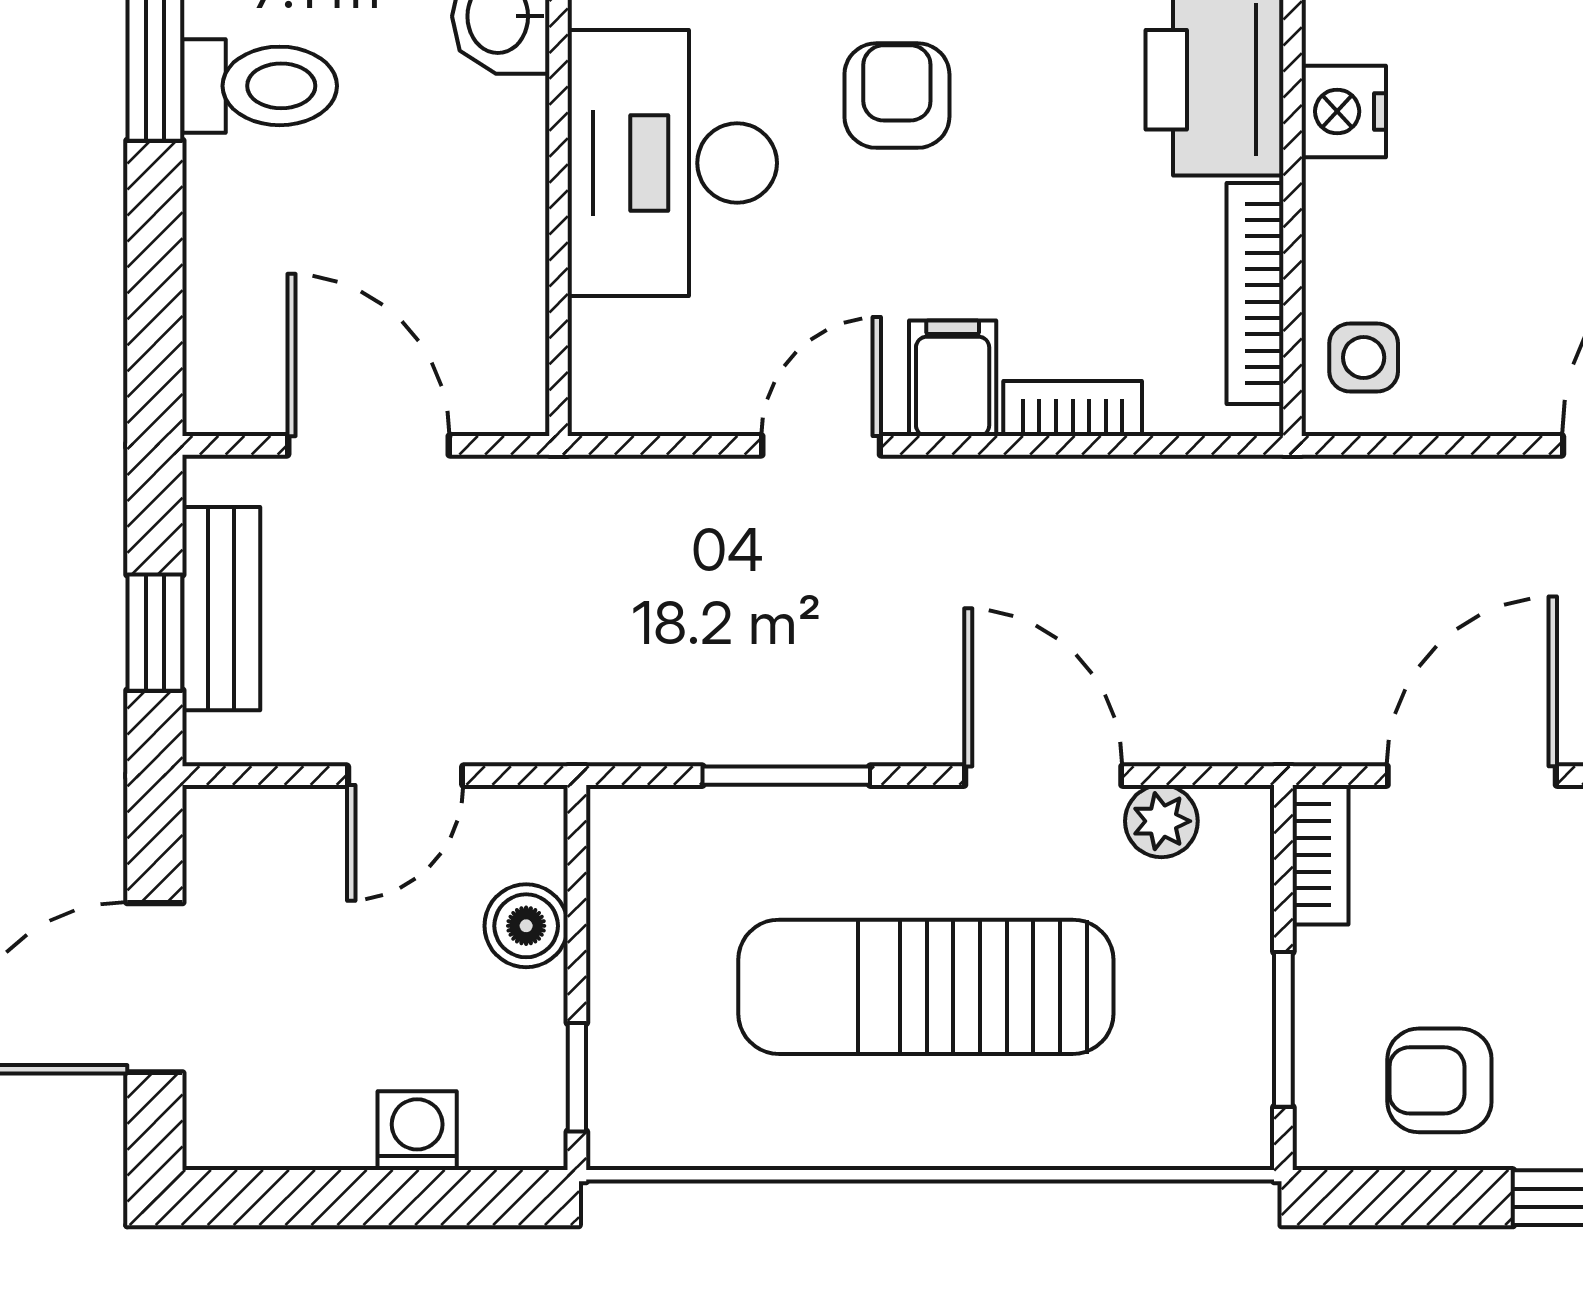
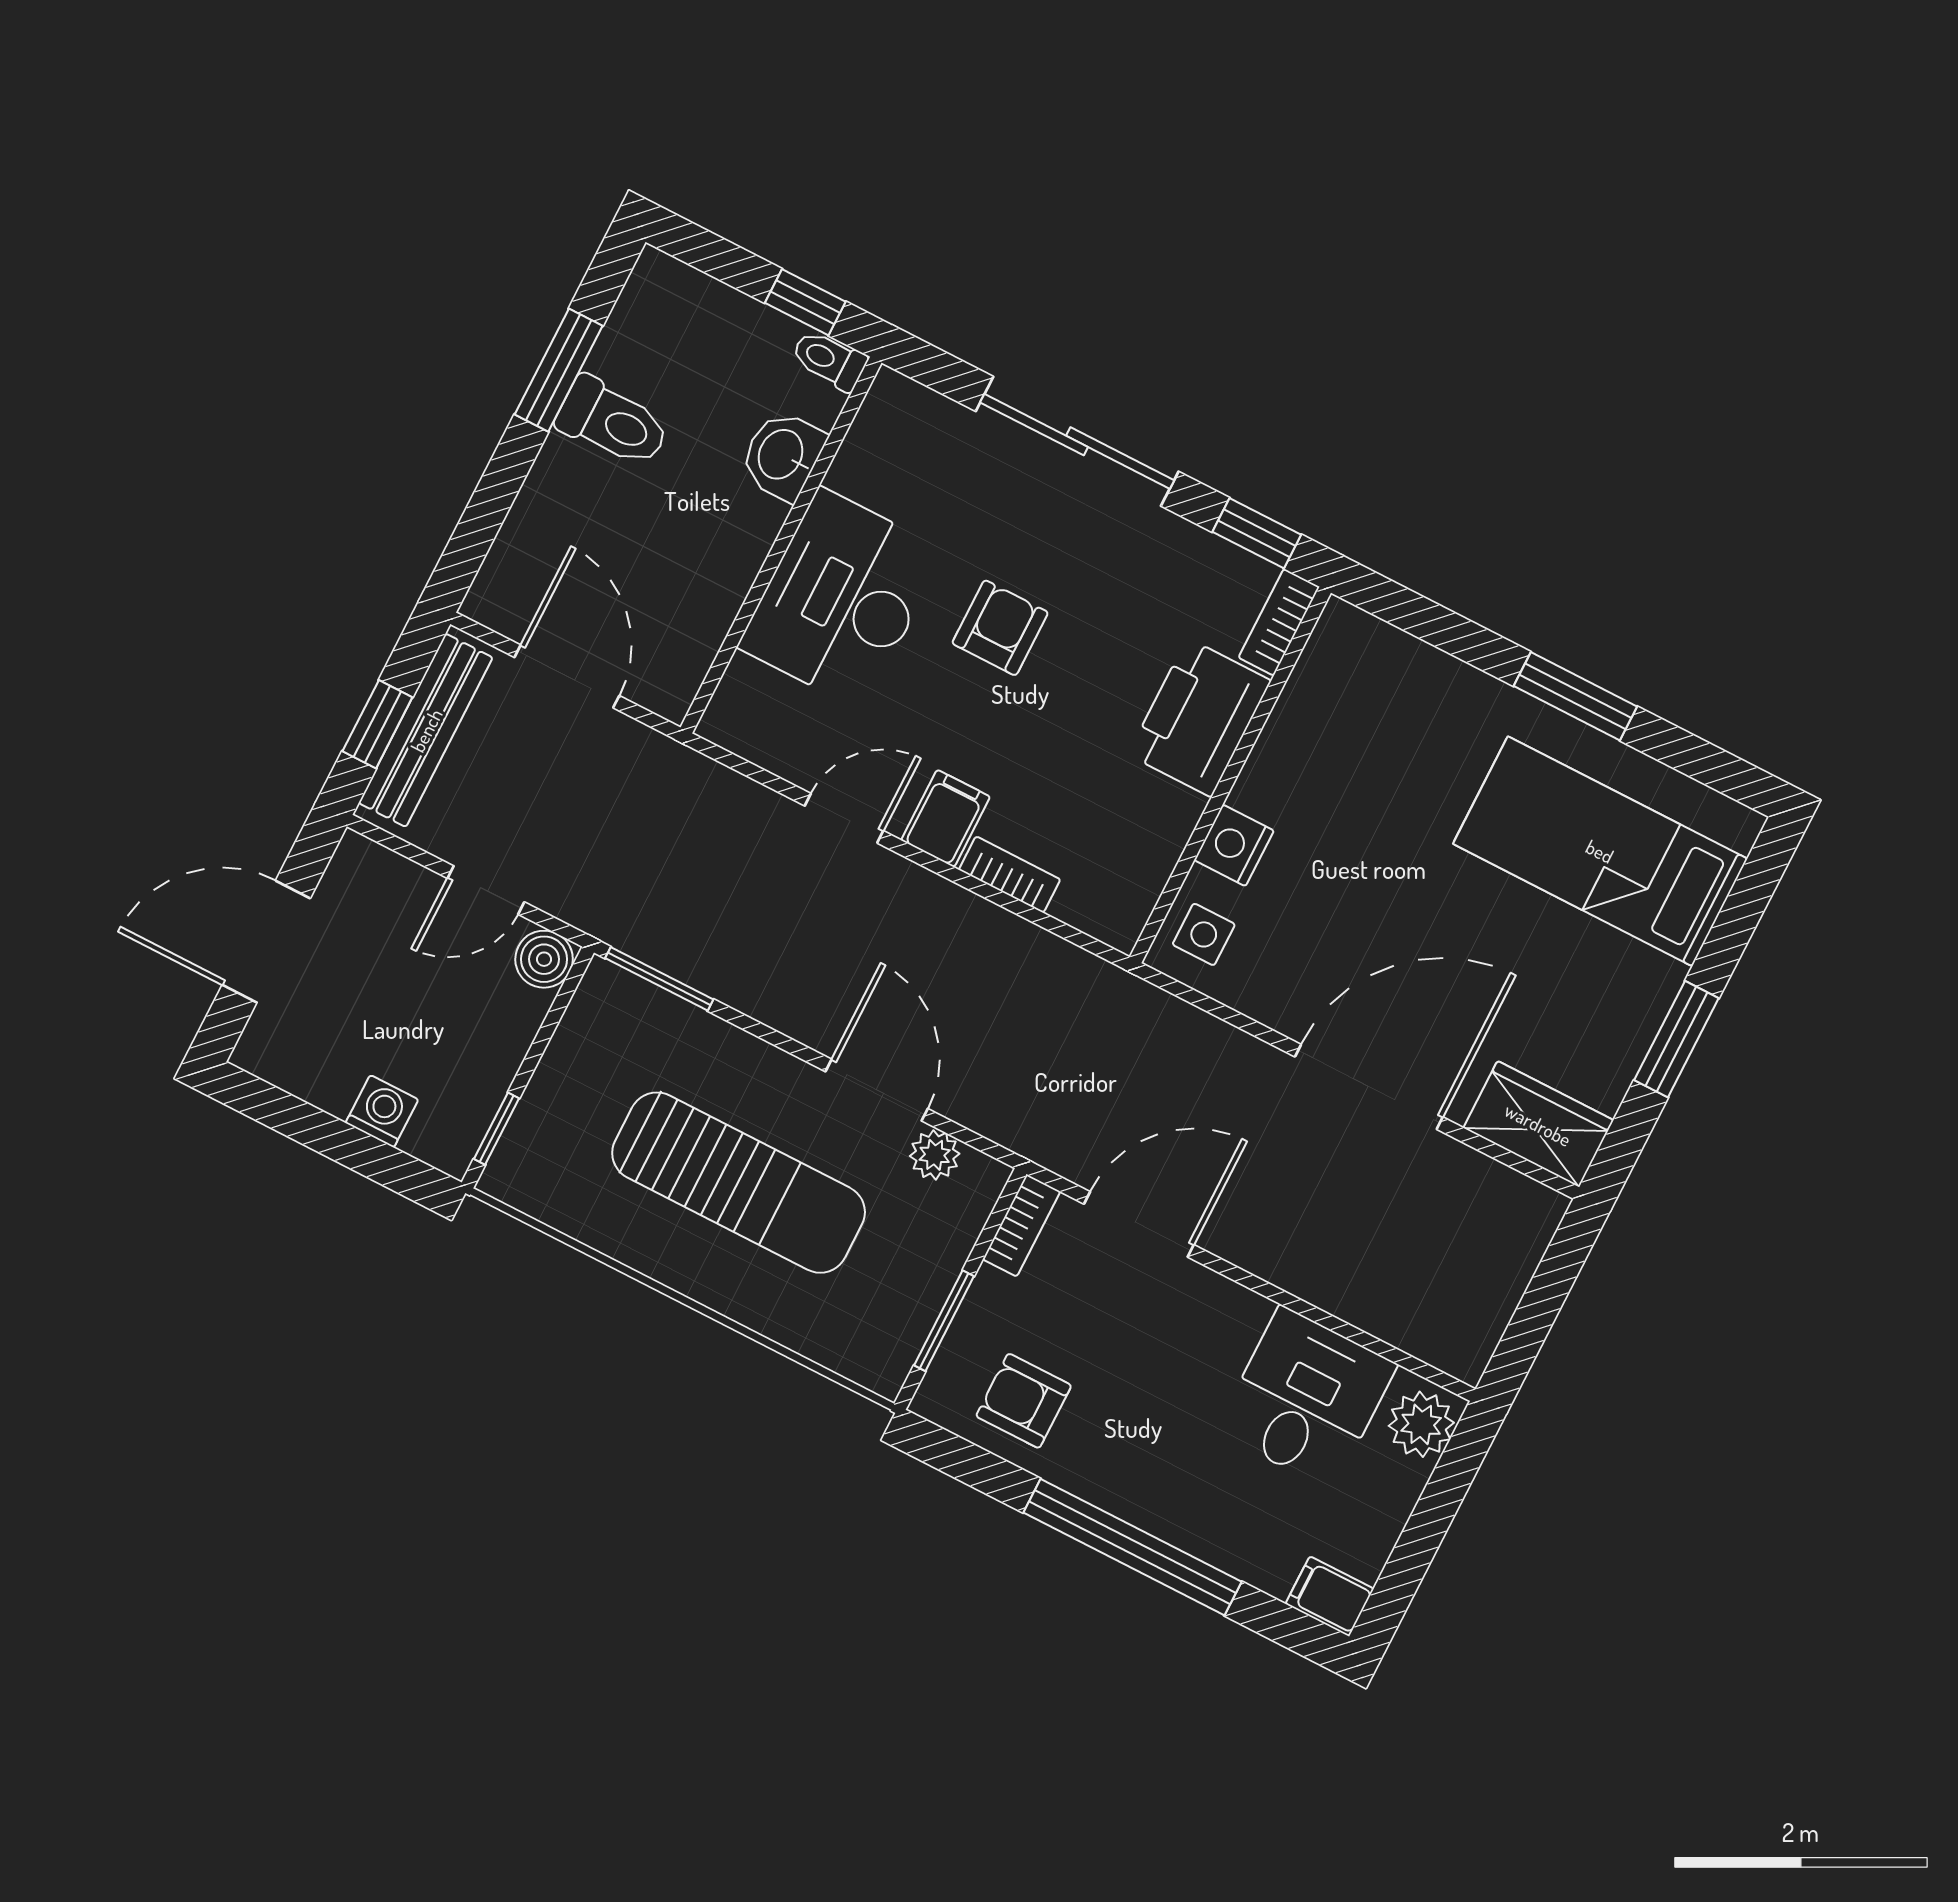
nightstand: (1344, 111) -> (1234, 845), moved
bookcase: (1255, 294) -> (1157, 861), removed
bench: (221, 609) -> (426, 730), width x1.36
window: (786, 776) -> (659, 979), moved
boiler: (526, 926) -> (544, 959), moved
sun lounger: (926, 987) -> (739, 1183), turned 180

